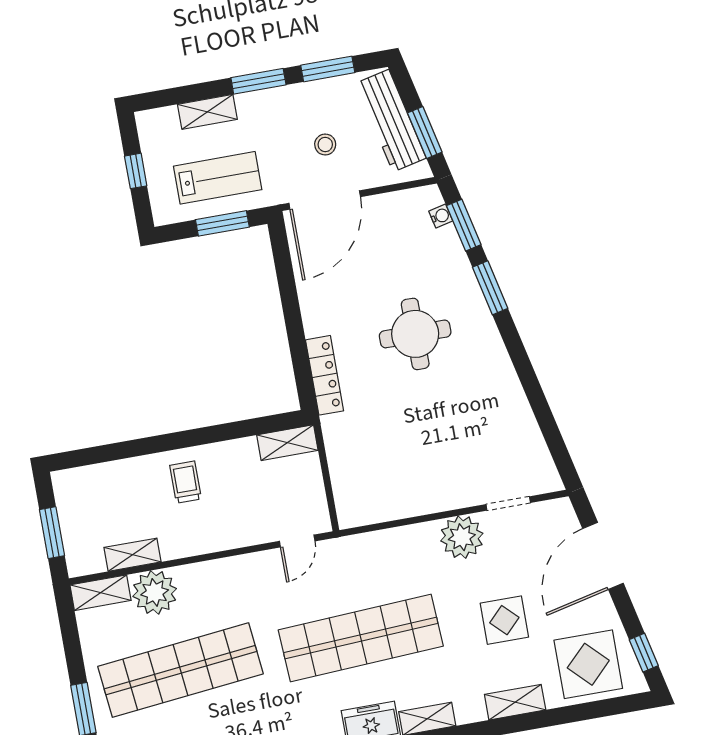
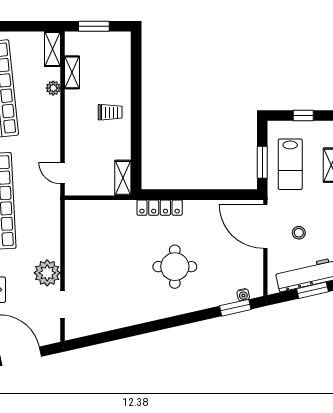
window: (425, 132) -> (312, 290), moved
window: (490, 288) -> (195, 317), removed
plant: (155, 592) -> (53, 88), width x0.53, depth x0.53

